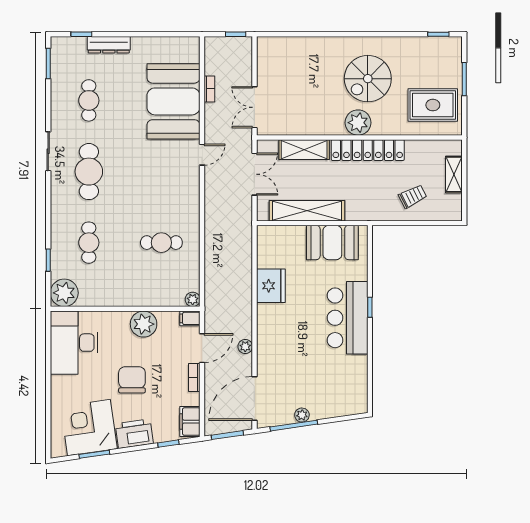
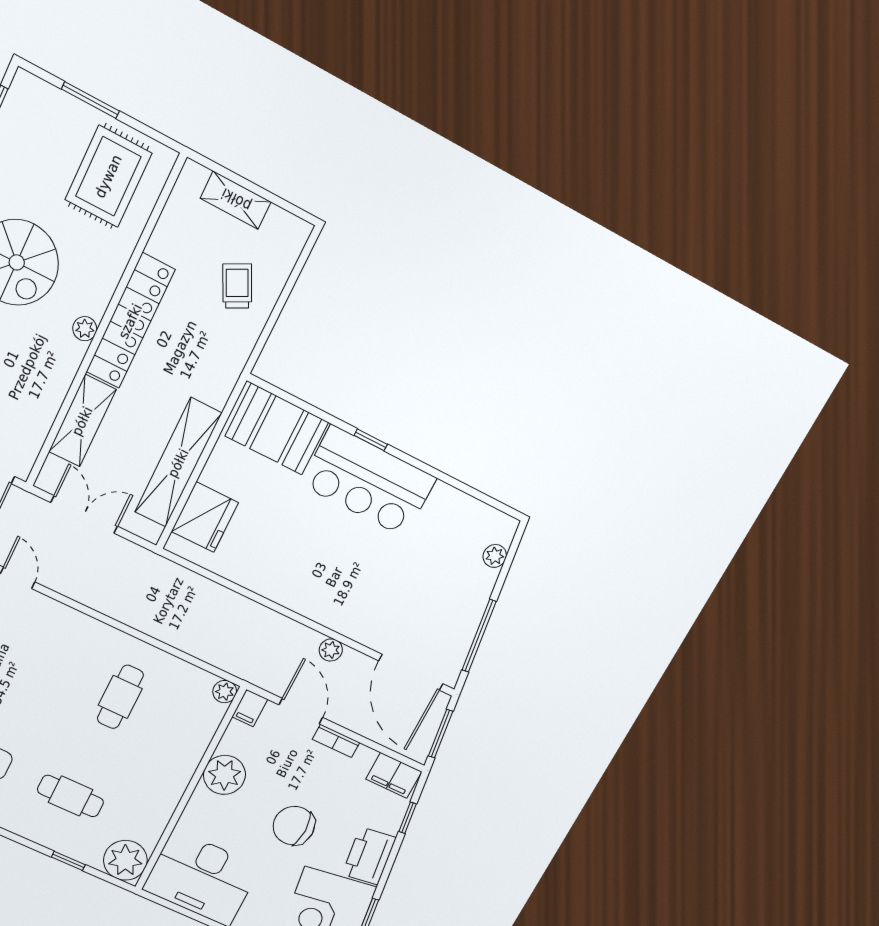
plant: (358, 123) -> (85, 329), width x0.53, depth x0.53
booth: (332, 243) -> (277, 429), moved, turned 90
fridge: (271, 286) -> (205, 517), moved, turned 90
plant: (302, 415) -> (495, 556), moved

